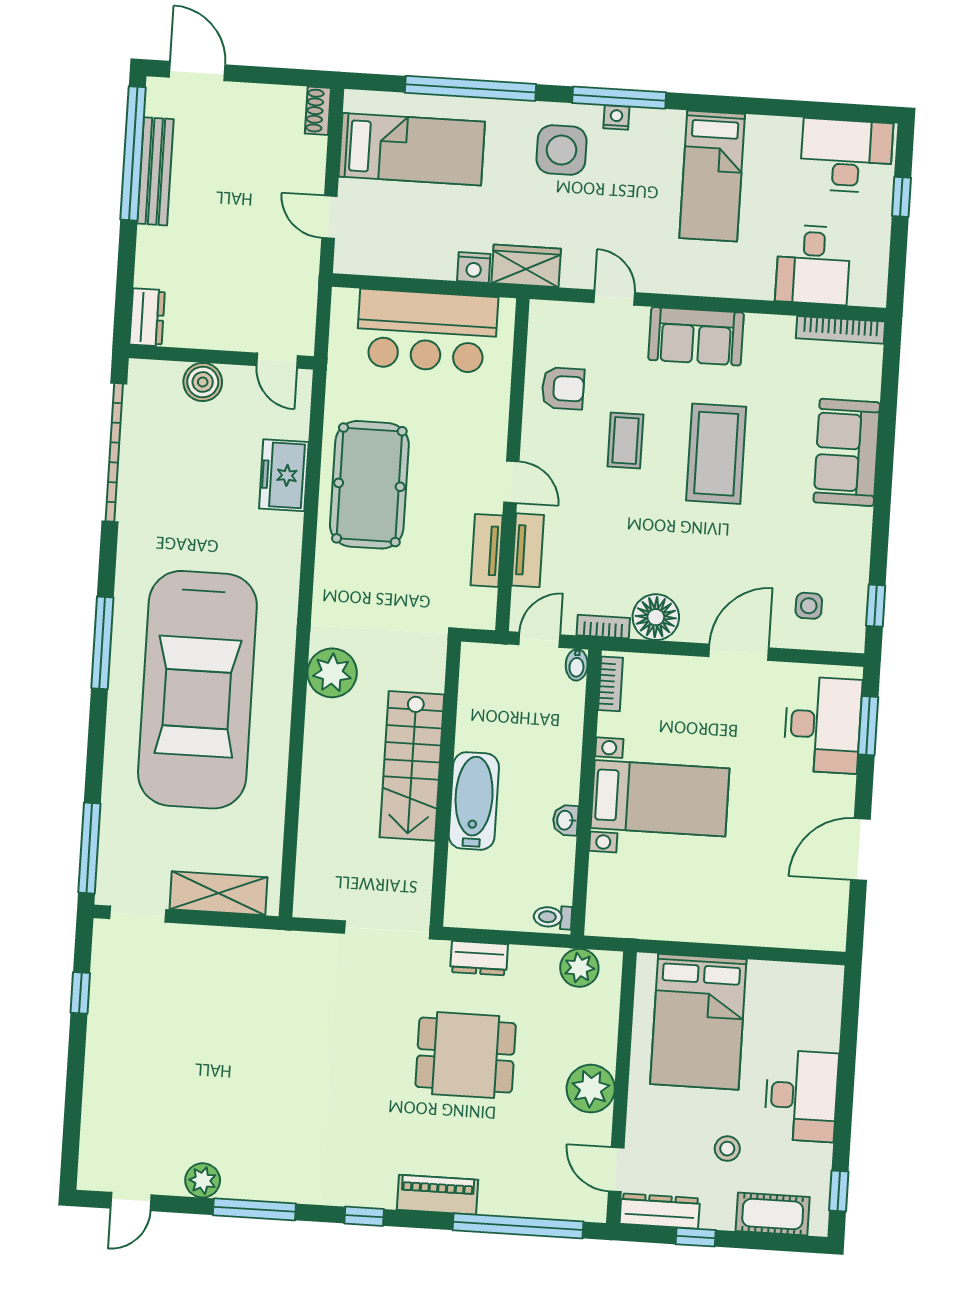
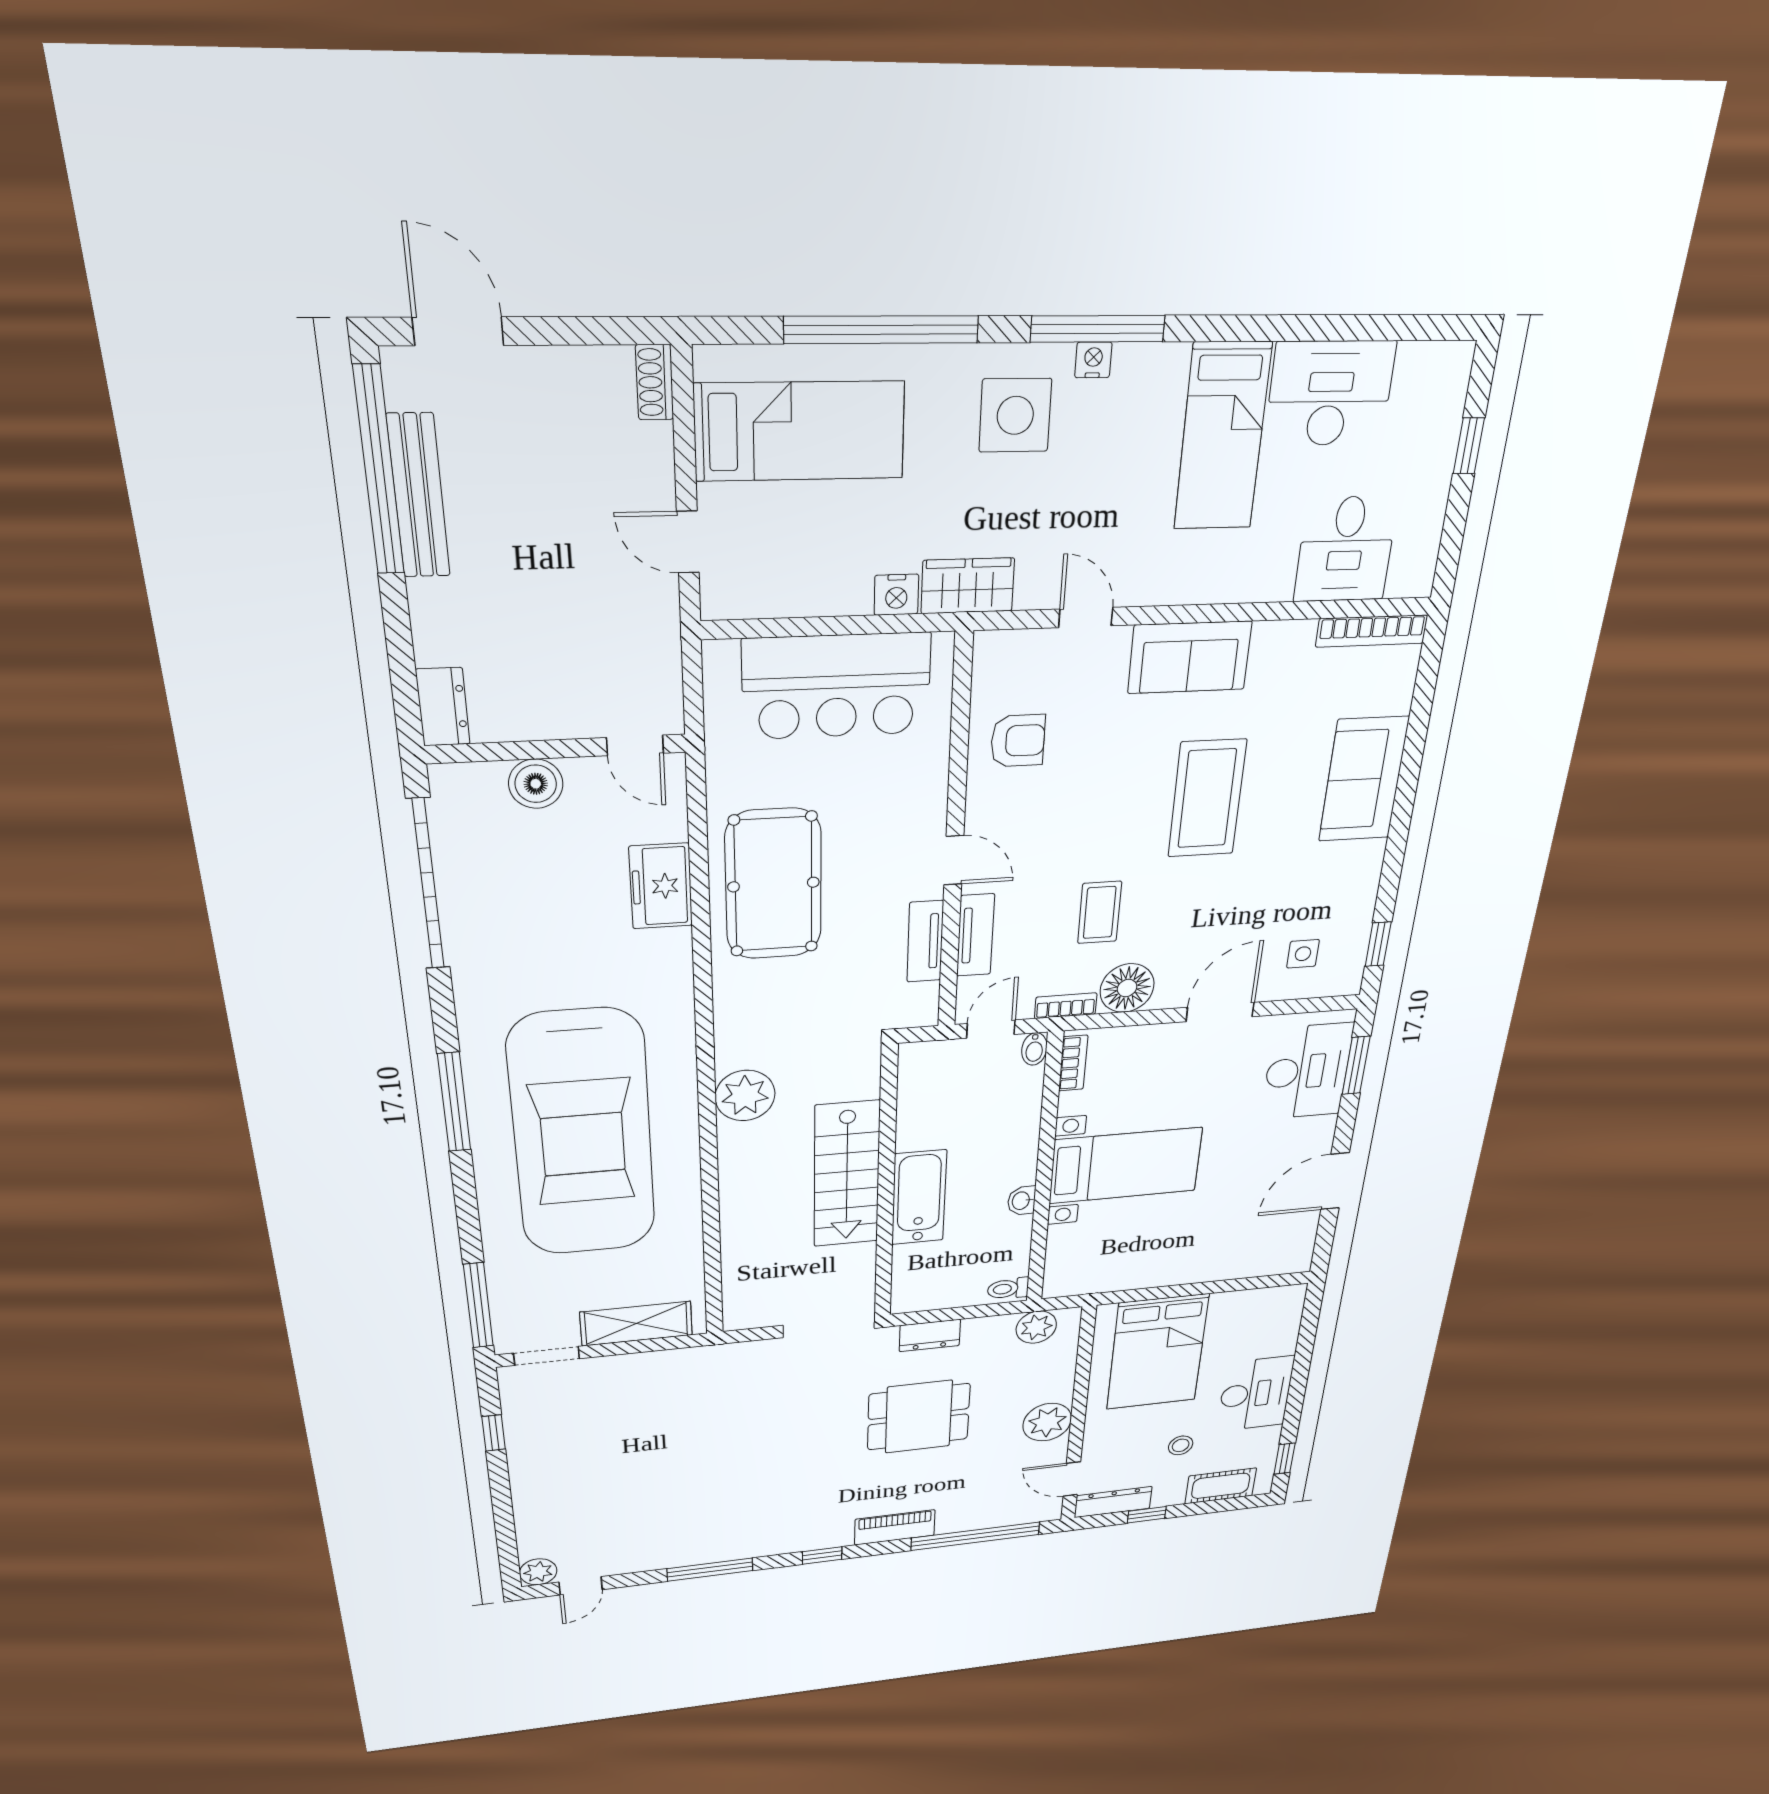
desk: (846, 156) -> (1330, 394), moved
coffee table: (625, 441) -> (1100, 912), moved
plant: (203, 1180) -> (538, 1572), moved

